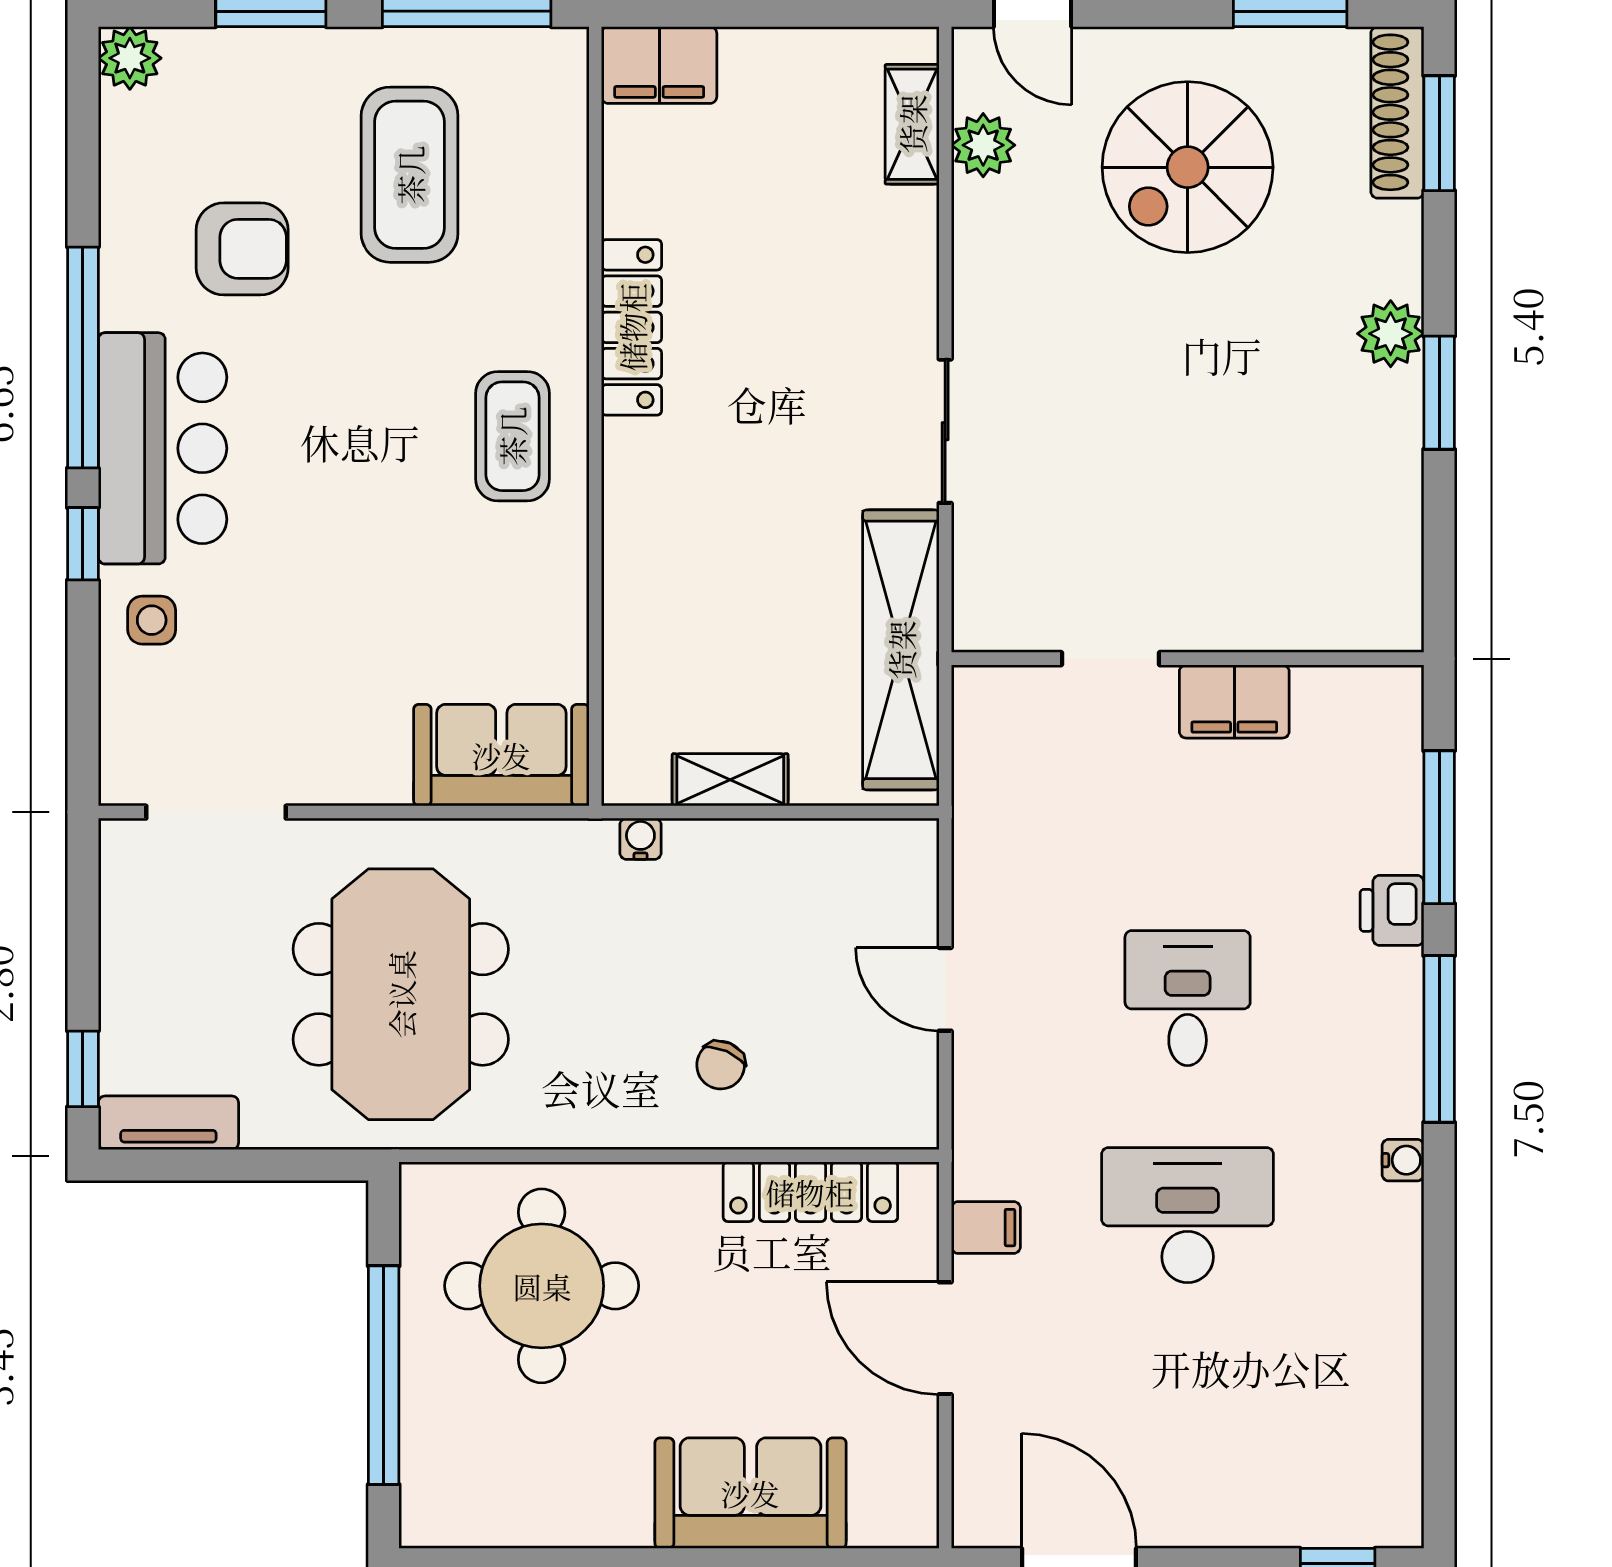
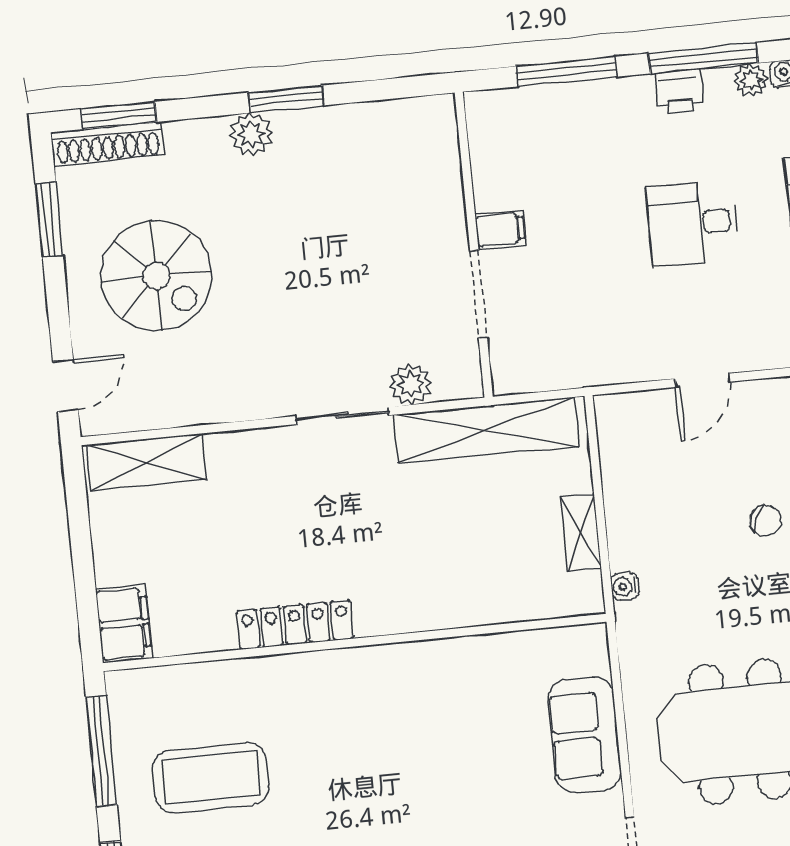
shelving: (912, 124) -> (147, 462), width x1.50, depth x1.33
plant: (983, 145) -> (411, 384), moved
coffee table: (512, 436) -> (373, 695), removed
doorway: (1111, 659) -> (479, 294), width x1.38
filing cabinet: (1234, 701) -> (500, 230), width x0.50
sofa: (501, 755) -> (585, 735), moved
printer: (1392, 910) -> (679, 91), moved
plant: (1398, 1109) -> (751, 80), added

